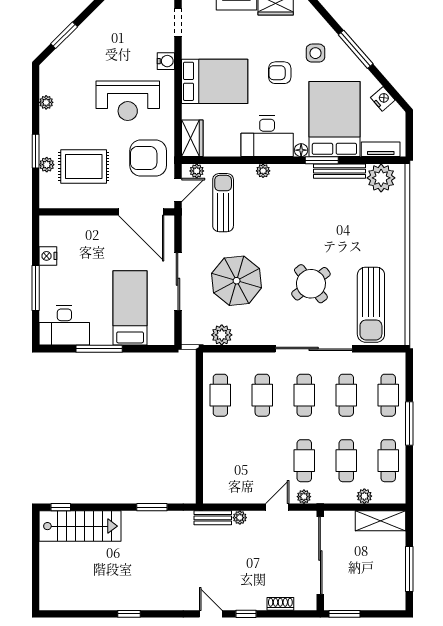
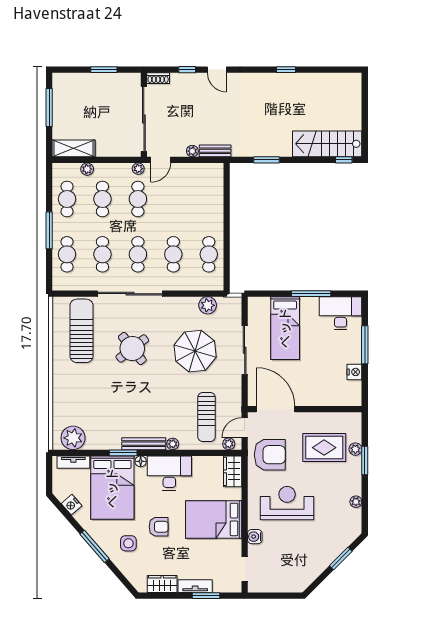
bench: (340, 171) -> (144, 444), moved
sliding door: (320, 555) -> (144, 119), moved
wall: (320, 560) -> (144, 115), moved

